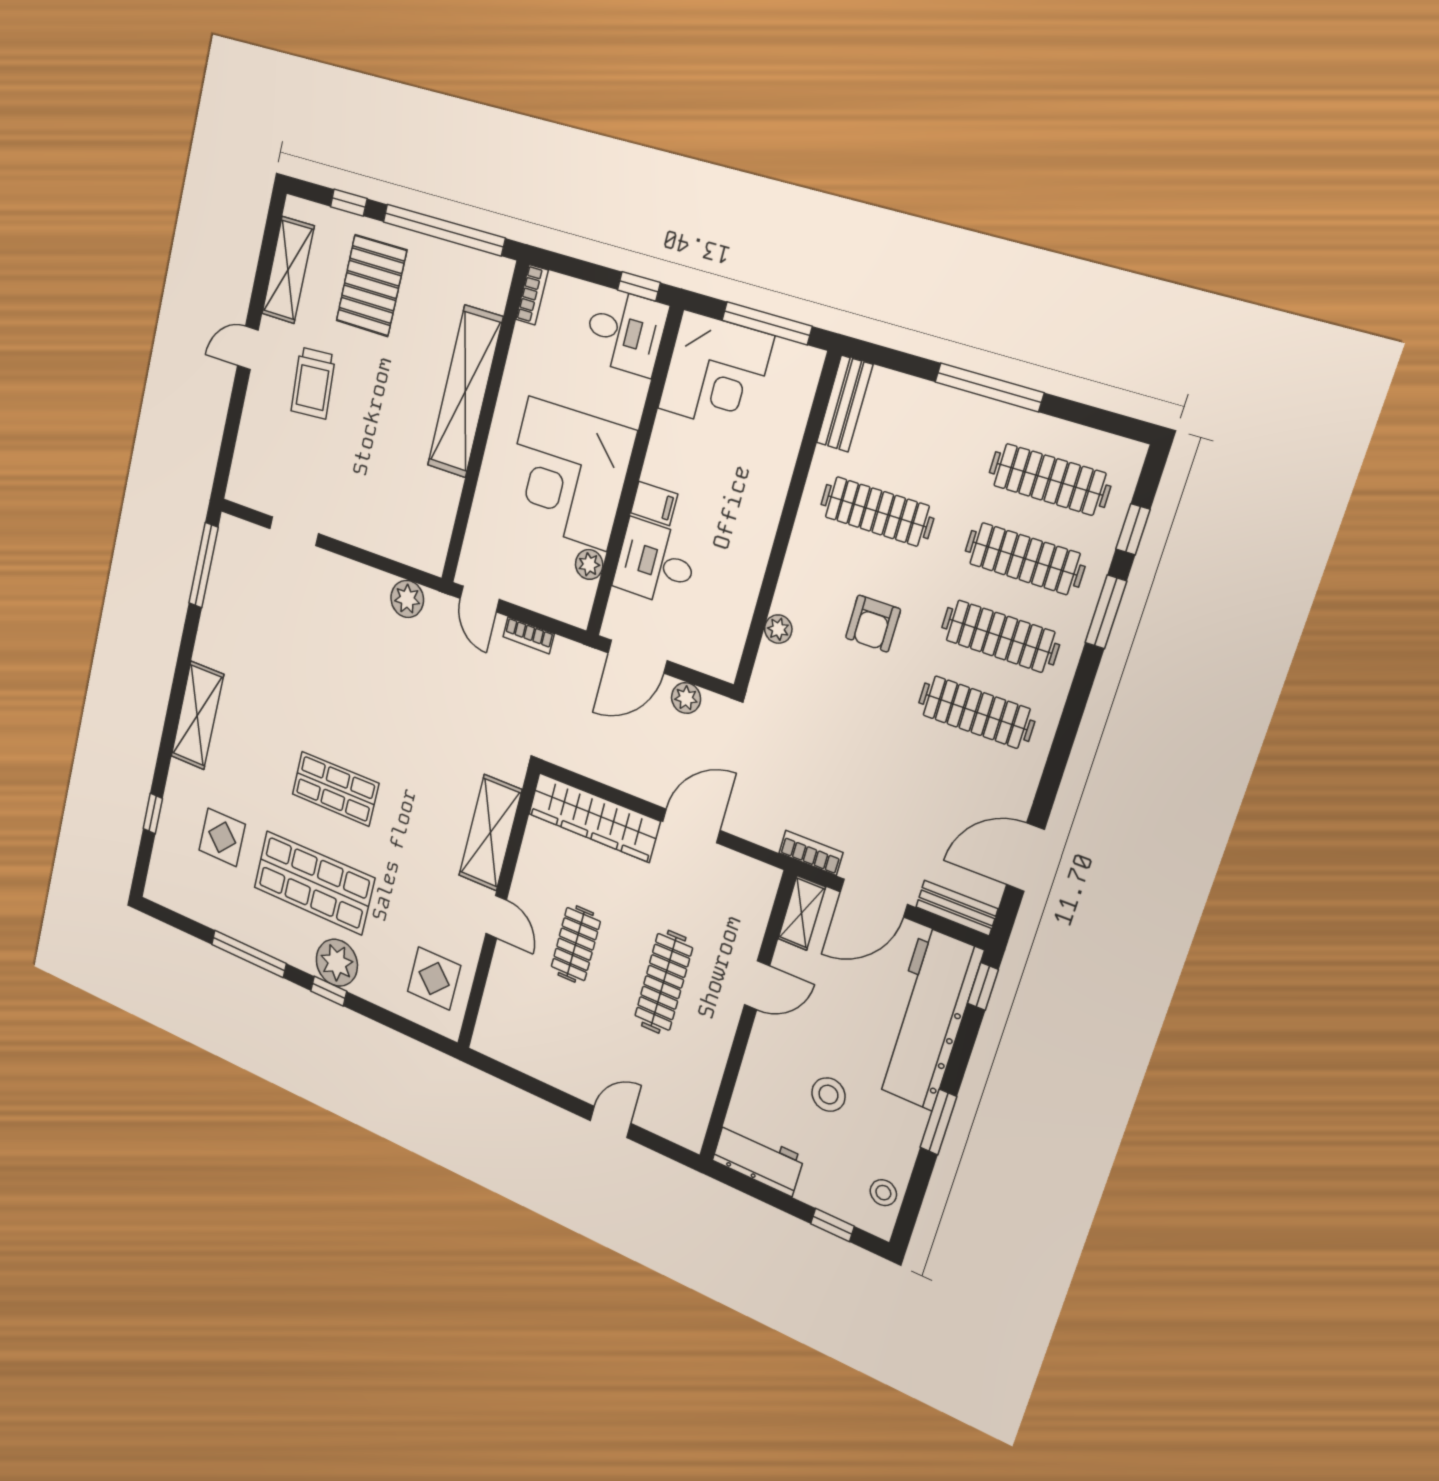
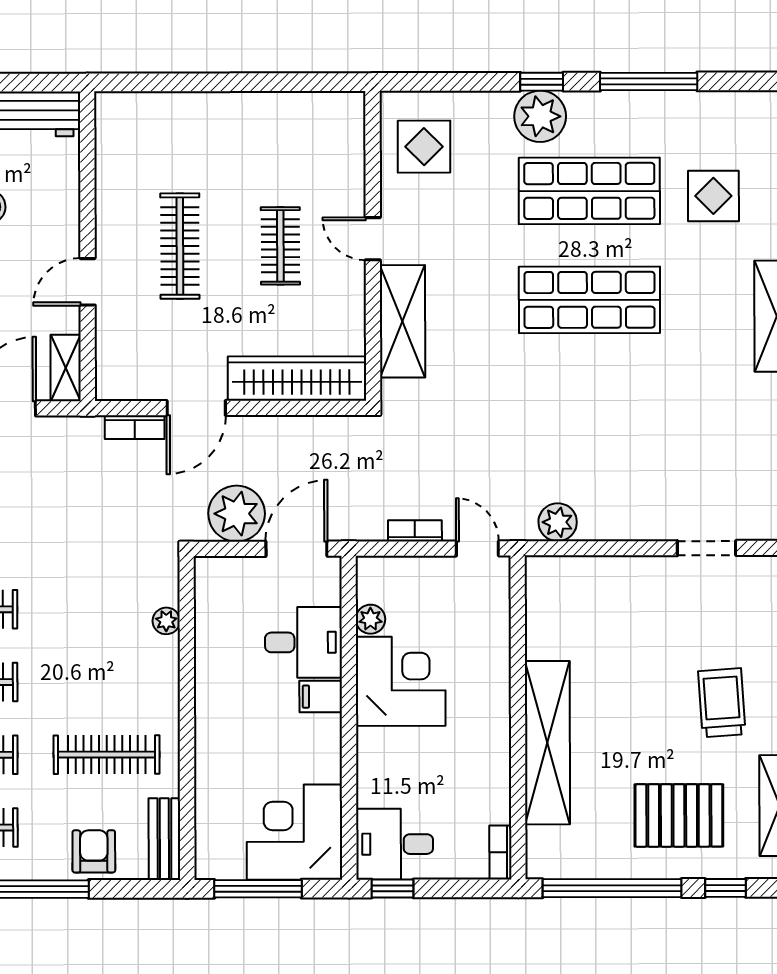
pallet: (371, 286) -> (679, 815), turned 90
corner desk: (568, 474) -> (401, 681), width x0.74, depth x0.74
armchair: (873, 624) -> (94, 851), moved
plant: (686, 698) -> (237, 514), width x1.88, depth x1.88
shop shelf: (335, 789) -> (589, 300), width x1.43, depth x1.36
bookcase: (811, 853) -> (135, 427), moved
door: (611, 1122) -> (194, 82), removed

